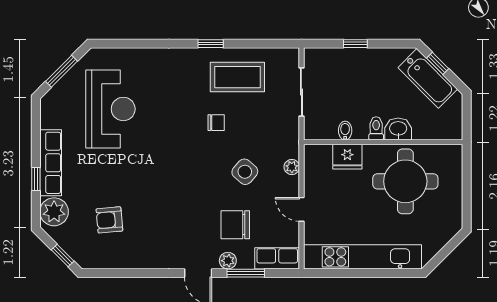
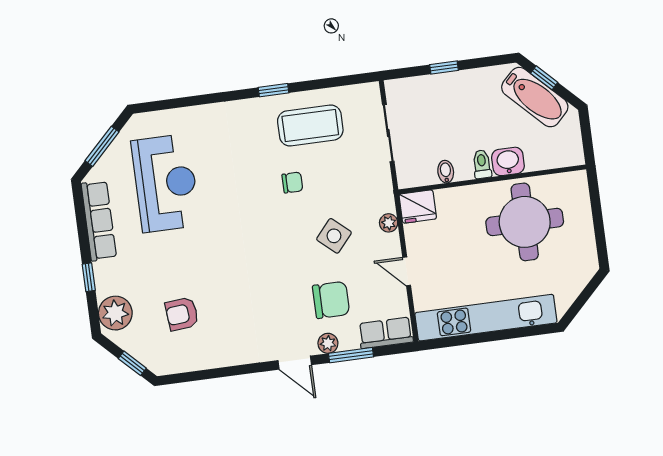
fridge: (347, 157) -> (418, 207), moved
row of seats: (51, 163) -> (99, 221), moved
chair: (235, 225) -> (331, 300), turned 180

